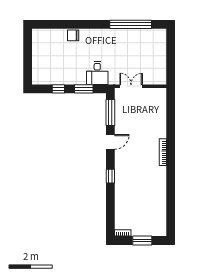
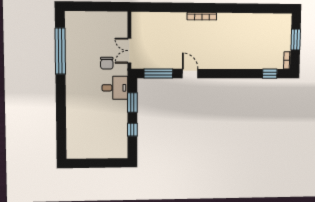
chair: (73, 35) -> (107, 63), moved
window: (110, 176) -> (270, 74), moved

